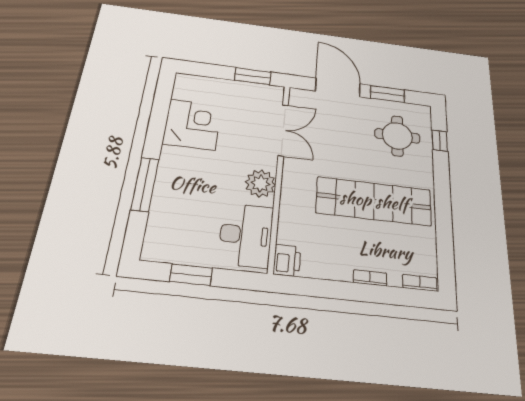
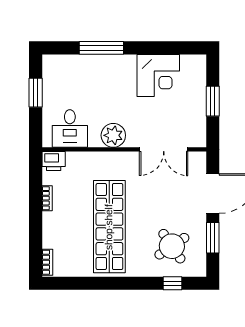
window: (253, 76) -> (213, 101), moved
round table: (397, 136) -> (172, 246), turned -34
desk: (246, 235) -> (70, 129), width x0.73
bookcase: (370, 278) -> (47, 198), moved

